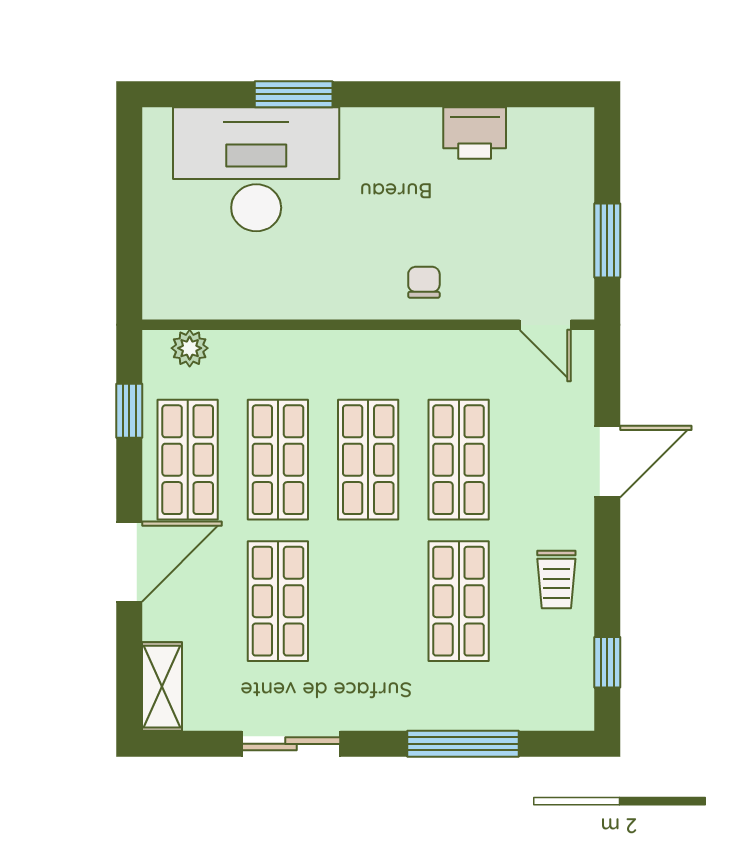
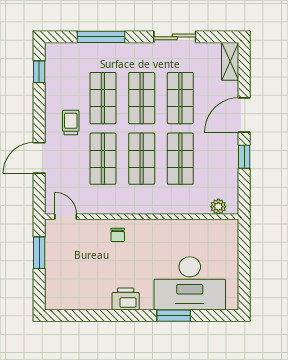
printer: (475, 133) -> (126, 299), moved
window: (129, 411) -> (244, 157), moved
shop shelf: (188, 460) -> (142, 98), moved
trolley: (556, 579) -> (71, 122), moved

